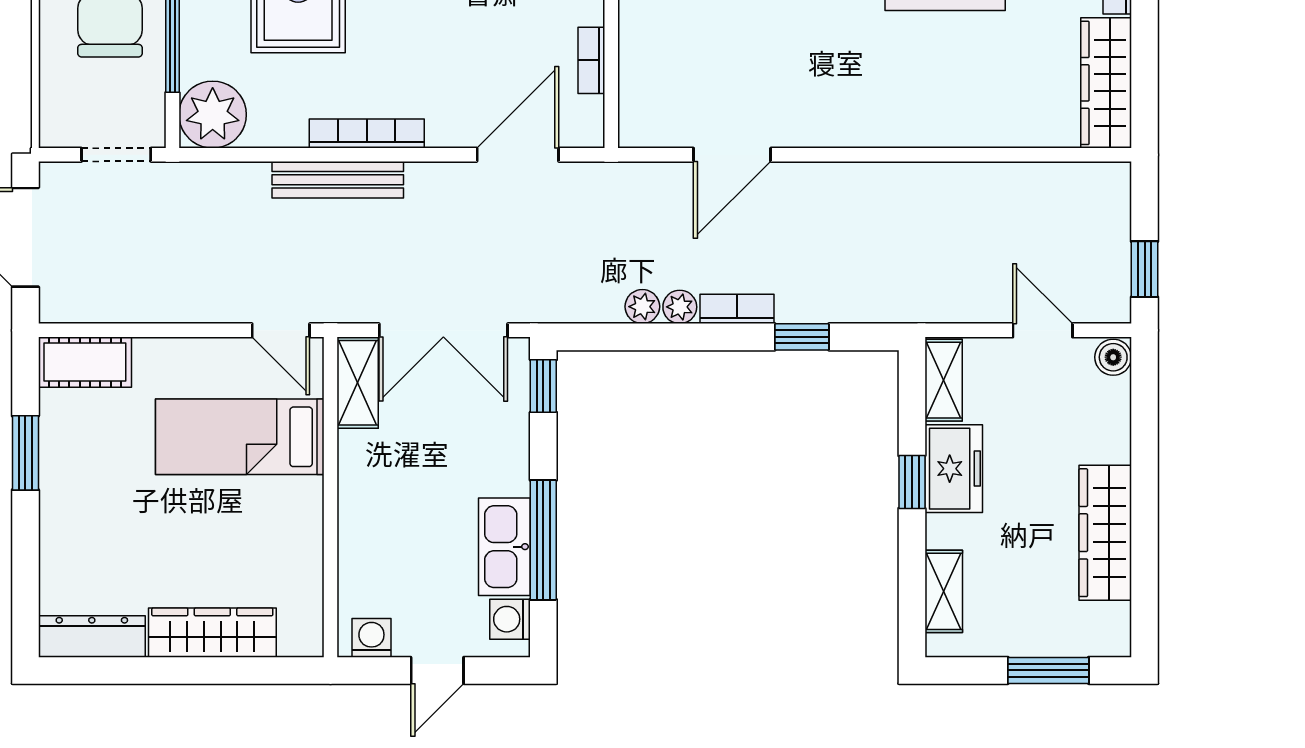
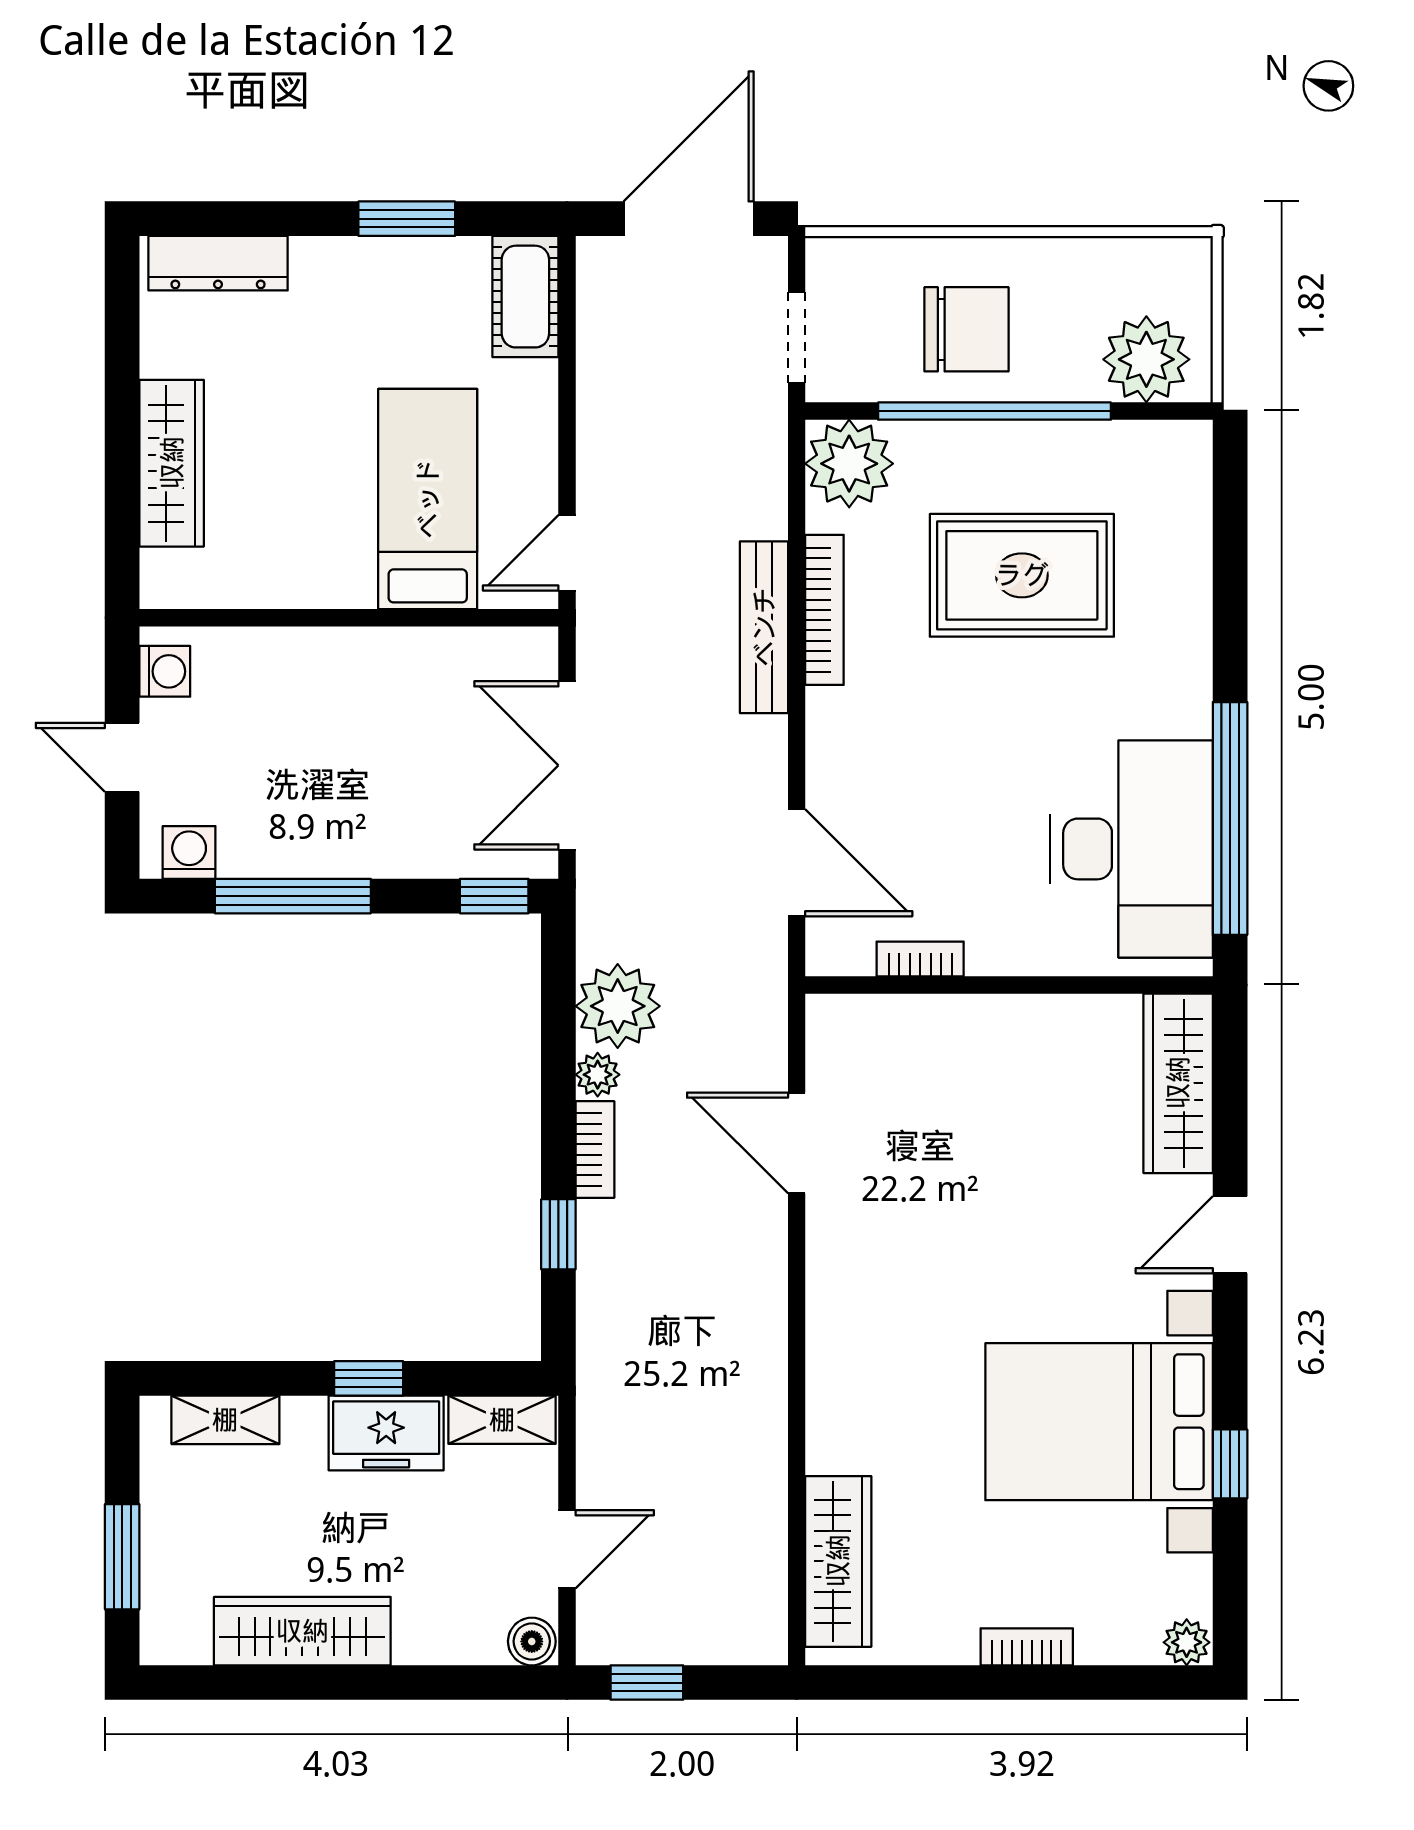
wardrobe: (1106, 83) -> (838, 1561), moved, turned 90
bookcase: (367, 133) -> (824, 610), moved
plant: (642, 307) -> (618, 1006), width x1.88, depth x1.88
shelving: (358, 383) -> (499, 653), removed
kitchen sink: (504, 547) -> (284, 845), removed
dresser: (92, 636) -> (218, 263), moved, turned 90

